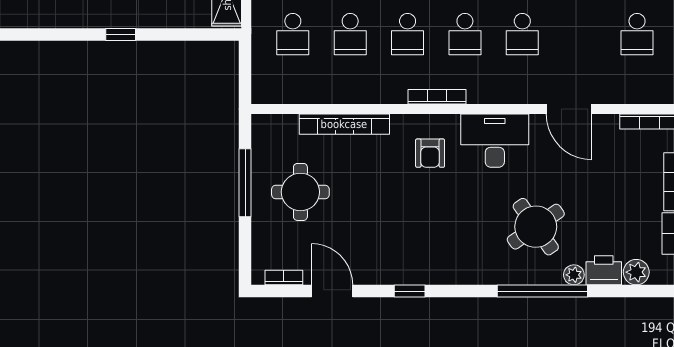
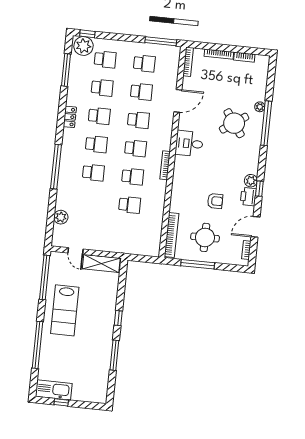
school desk: (293, 34) -> (141, 92), moved
window: (45, 35) -> (114, 355), added
bookcase: (344, 124) -> (171, 235), moved
desk: (495, 141) -> (189, 144), width x0.73
armchair: (430, 153) -> (215, 201), moved
printer: (604, 270) -> (248, 197), moved
plant: (636, 272) -> (251, 181), moved

